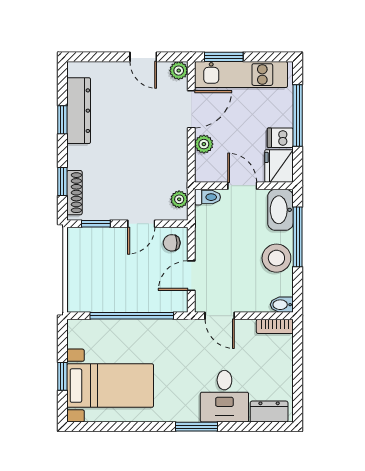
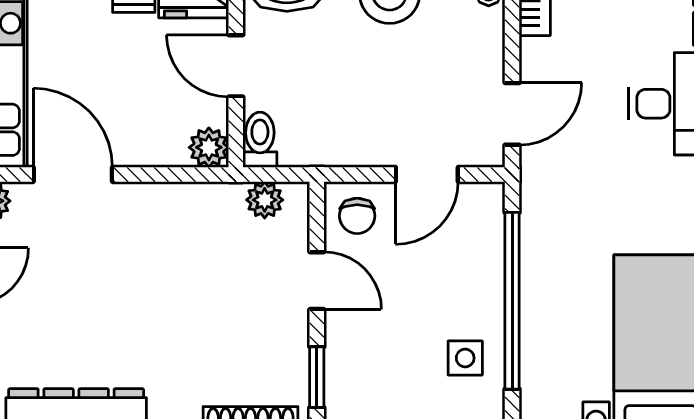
plant: (204, 144) -> (209, 147), moved
door: (242, 186) -> (236, 66), hinge flipped
door: (191, 276) -> (427, 174), hinge flipped
side table: (105, 294) -> (465, 358), added

